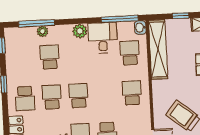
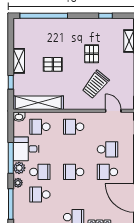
window: (120, 19) -> (11, 158), moved
plant: (42, 31) -> (18, 183), moved
school desk: (52, 97) -> (40, 172), moved, turned 180

